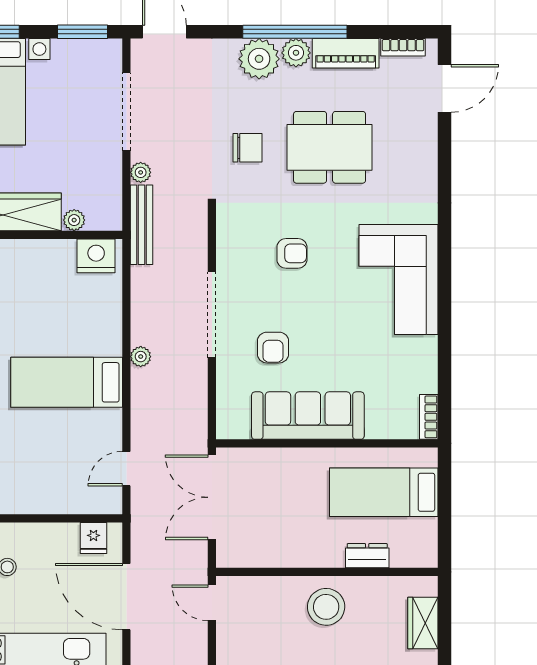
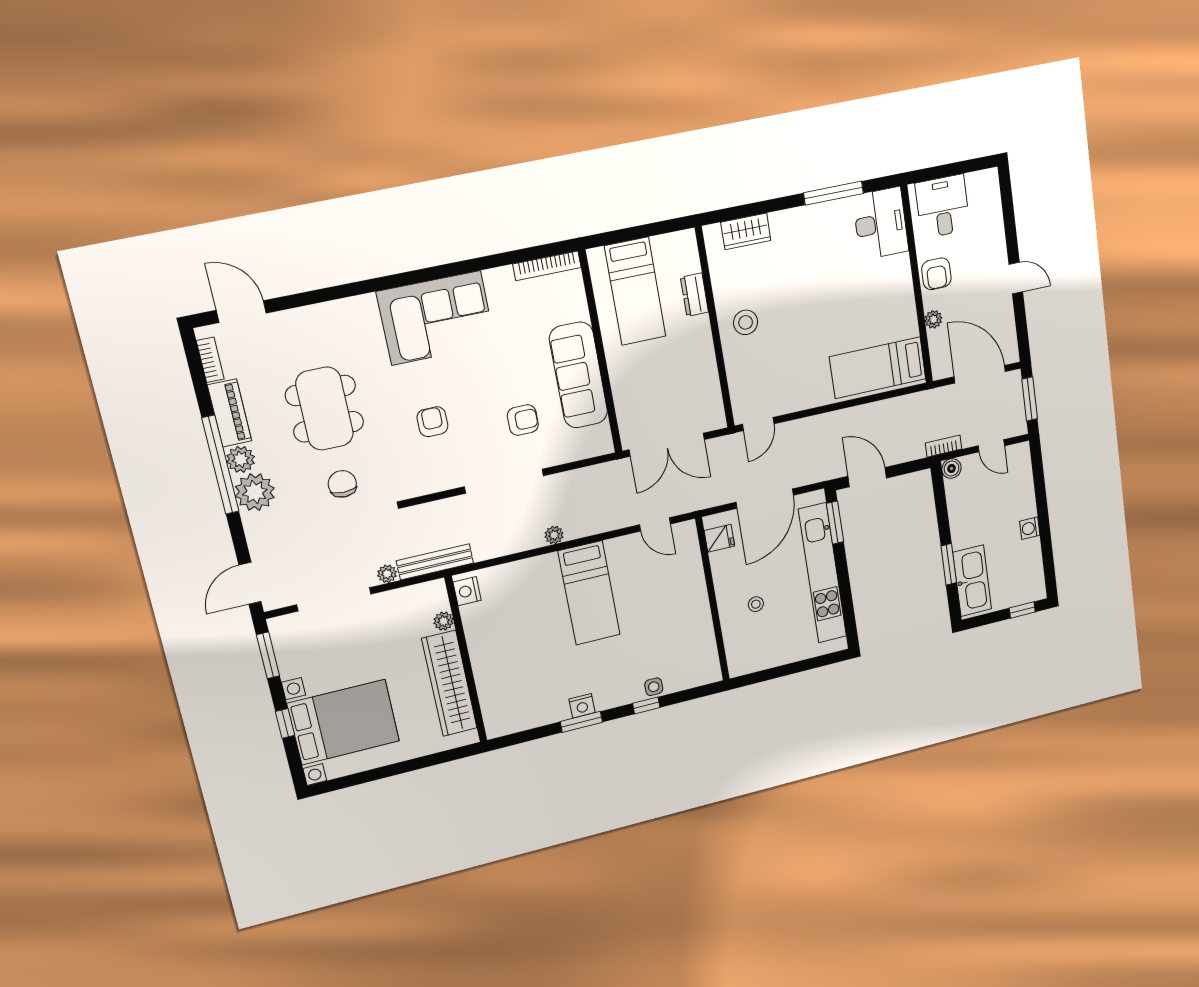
nightstand: (96, 256) -> (467, 591), width x0.74, depth x0.75
bookcase: (429, 417) -> (547, 266), width x1.56
stool: (326, 607) -> (746, 322), width x0.73, depth x0.73

